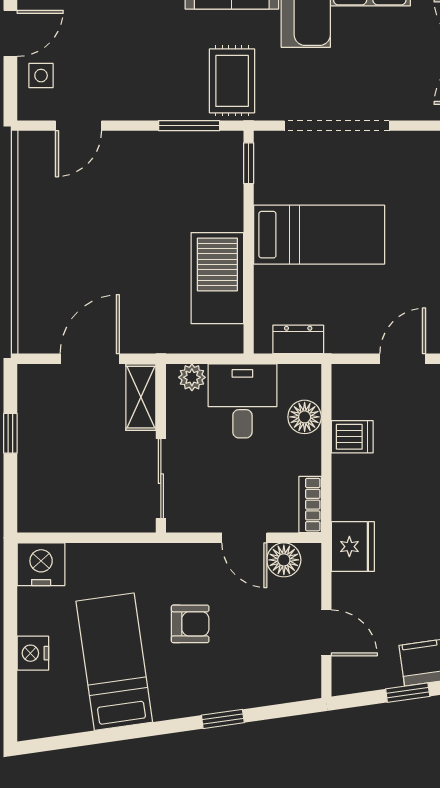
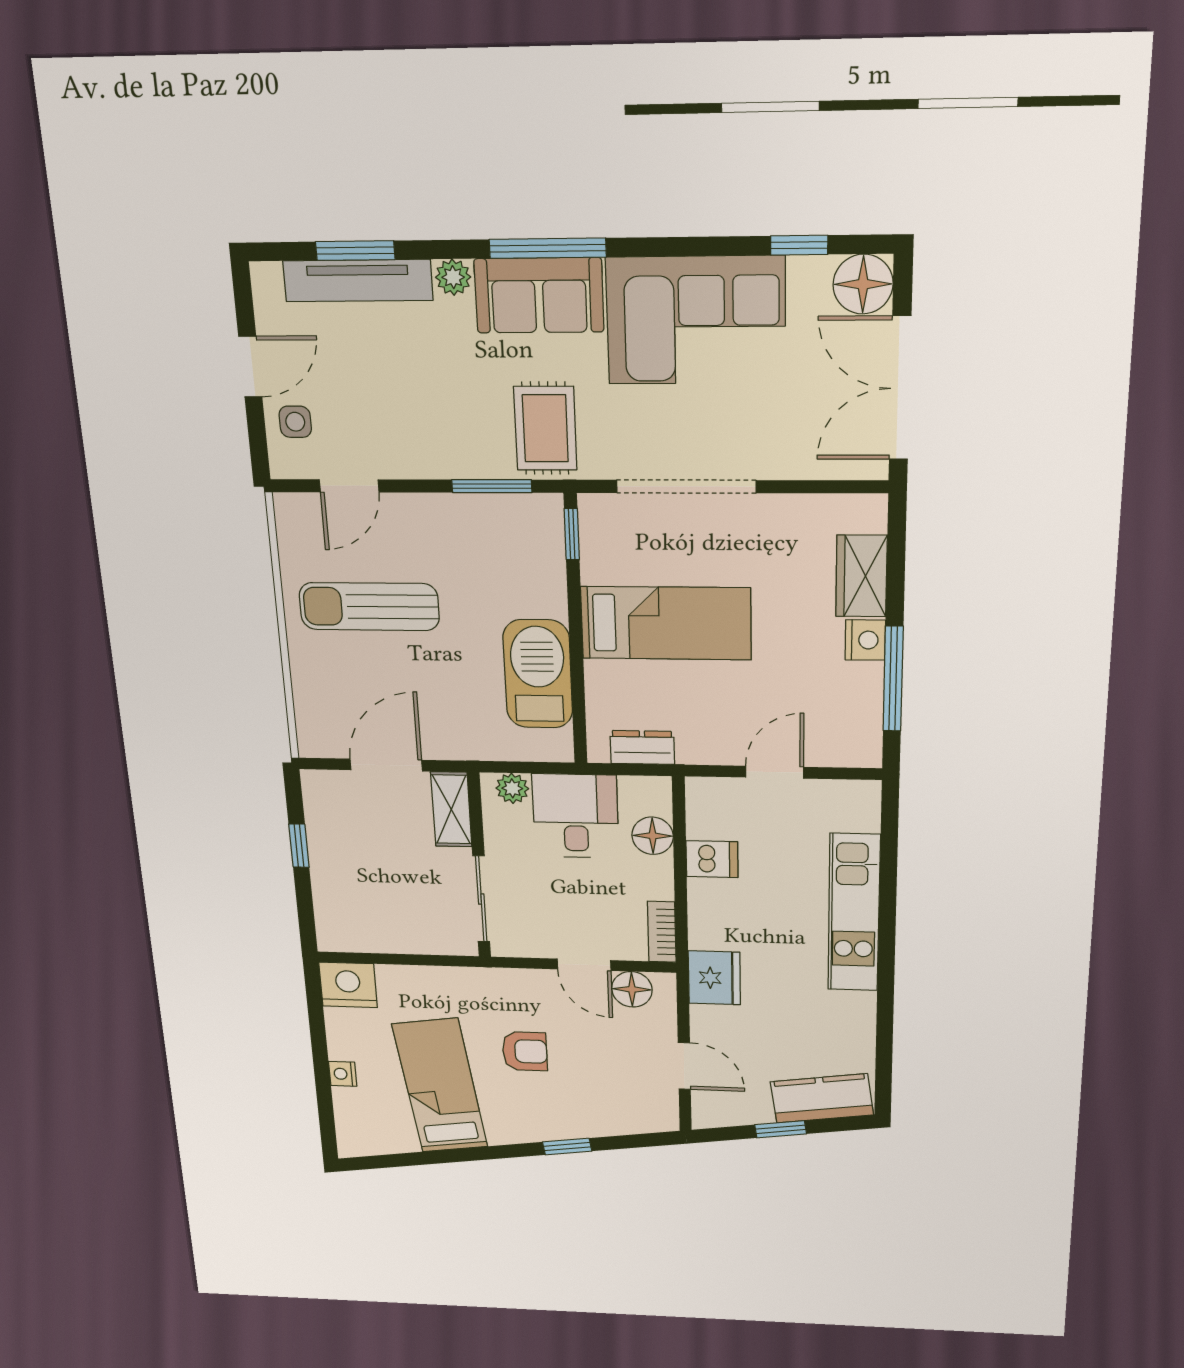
sun lounger: (86, 223) -> (369, 607), added
nightstand: (33, 653) -> (343, 1074), width x0.72, depth x0.74

